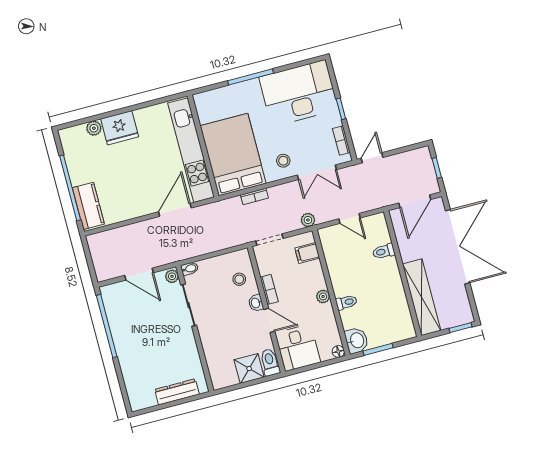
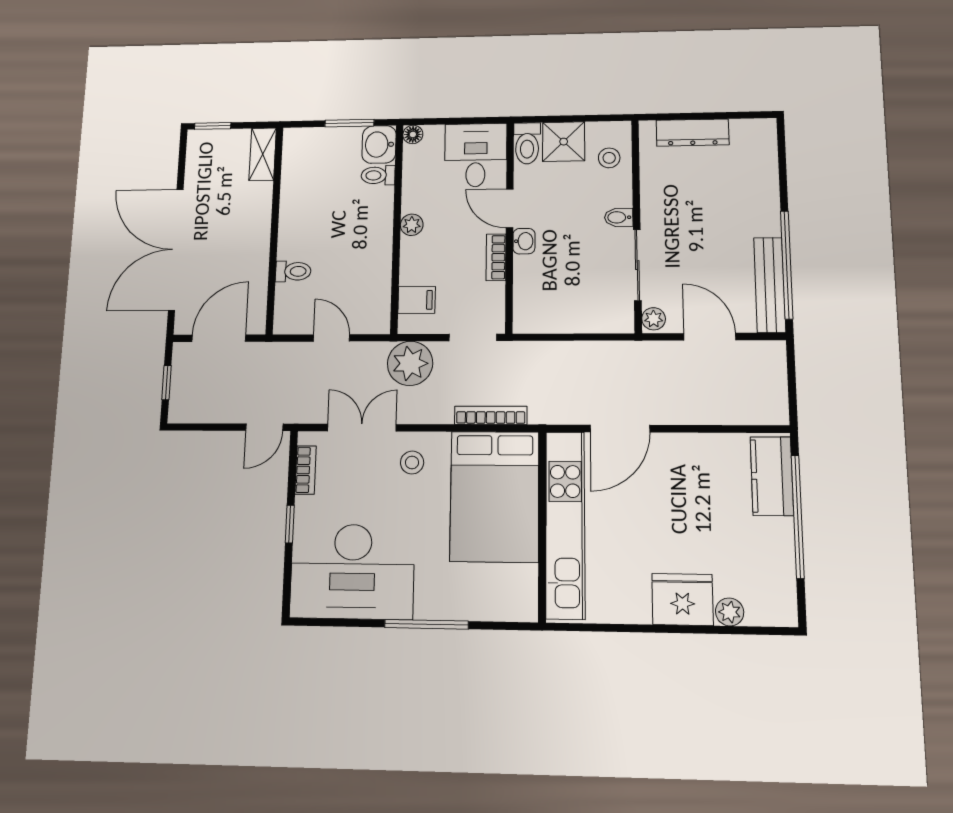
bookcase: (254, 197) -> (491, 415), width x1.56
plant: (308, 220) -> (410, 363), width x1.88, depth x1.88
bidet: (190, 269) -> (619, 217), moved
stool: (239, 279) -> (609, 158), moved
shelving: (422, 297) -> (263, 154), width x0.45, depth x0.75
toilet: (346, 302) -> (378, 175), moved
bench: (113, 312) -> (770, 285), added

